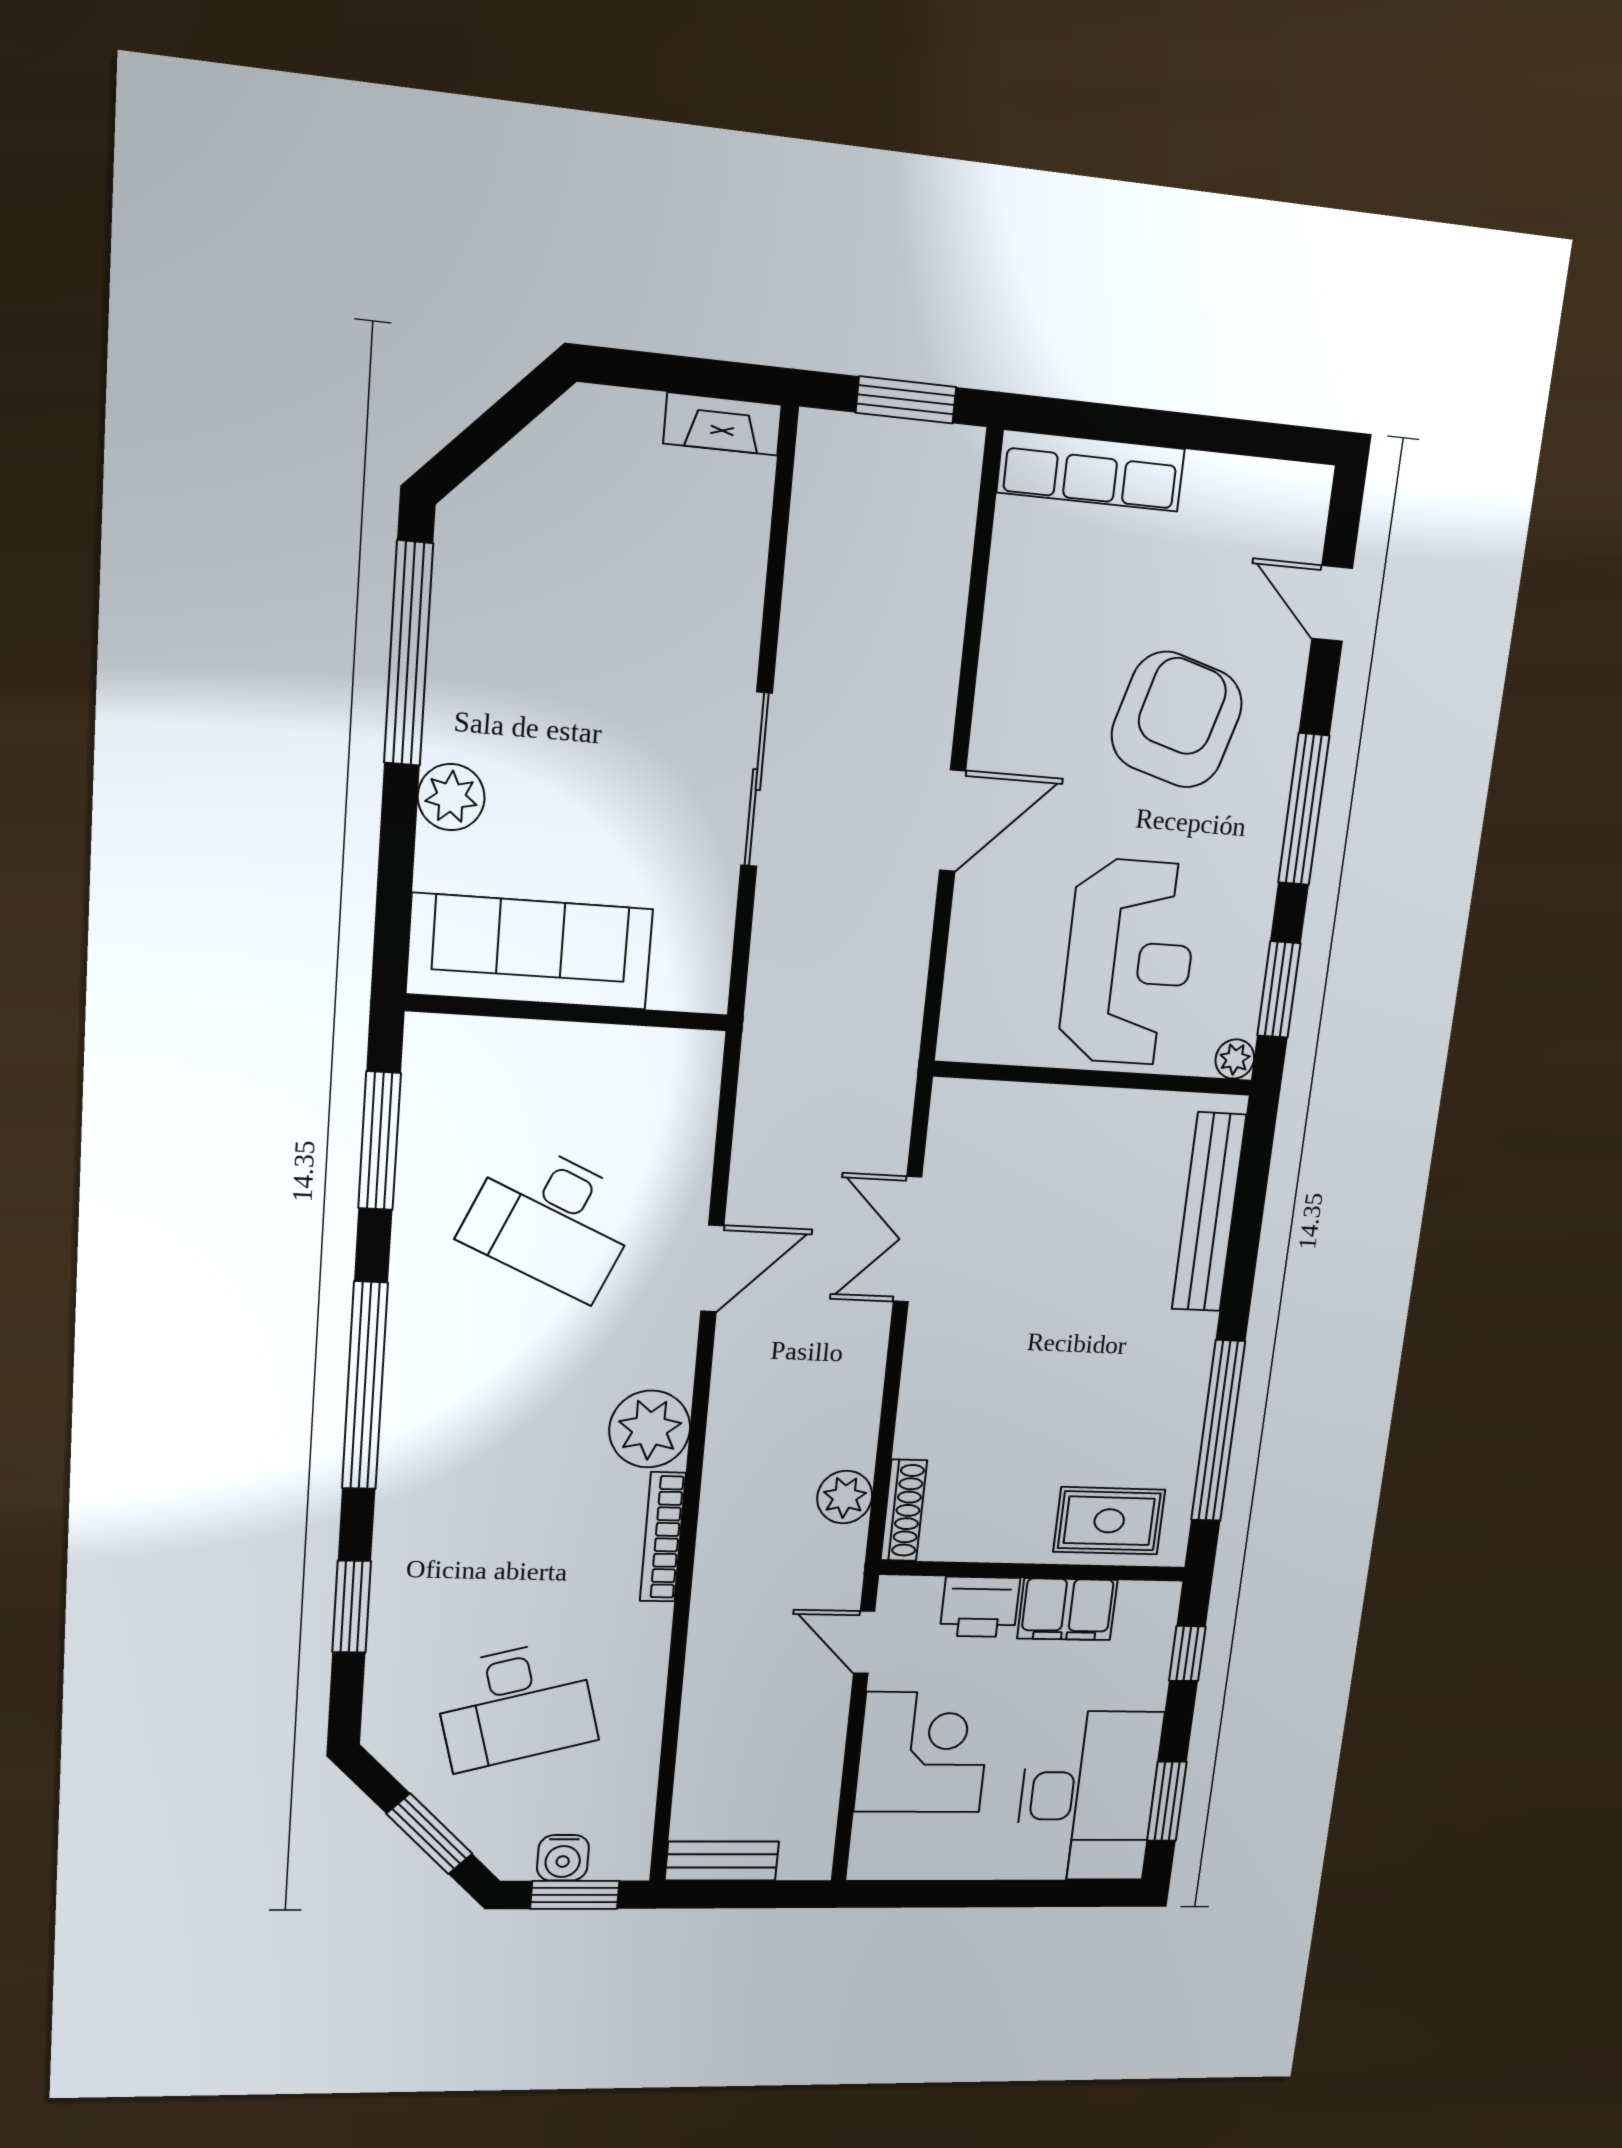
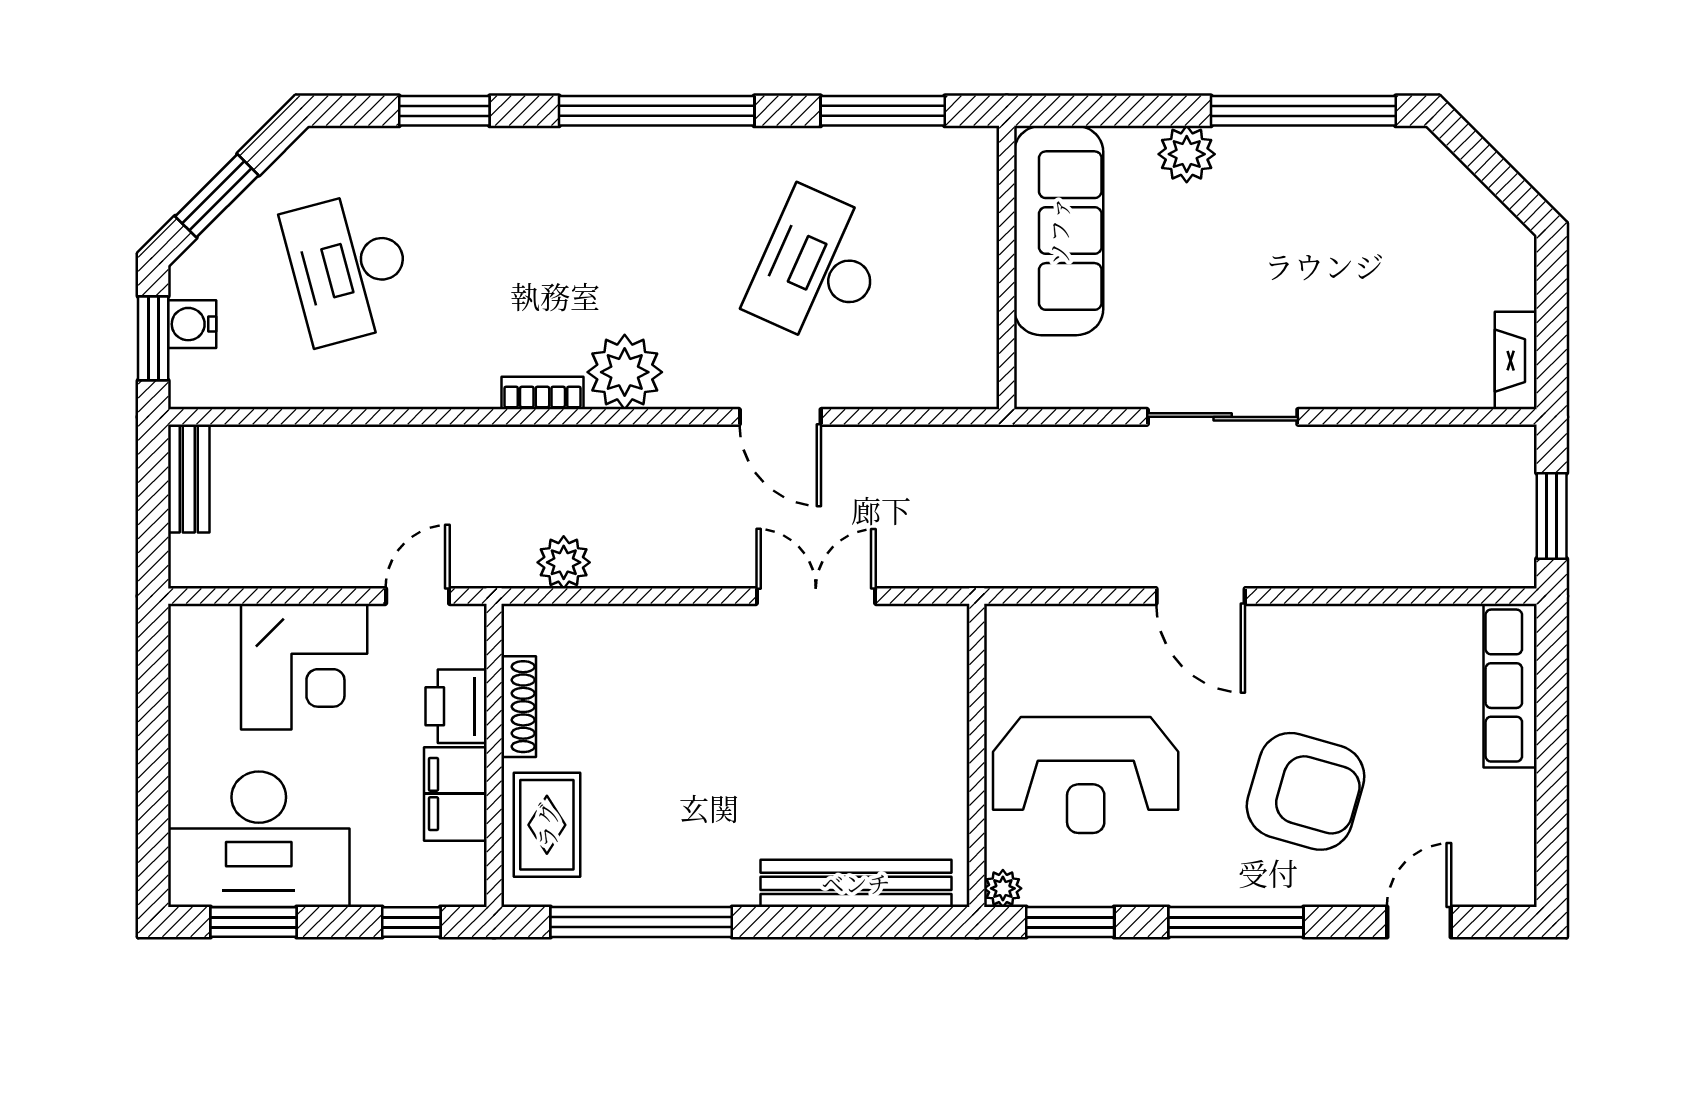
shoe rack: (904, 1510) -> (519, 707), moved, turned -90
bookcase: (663, 1537) -> (542, 393), width x0.64

